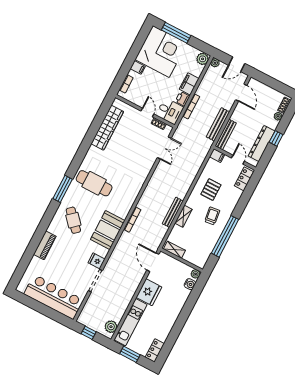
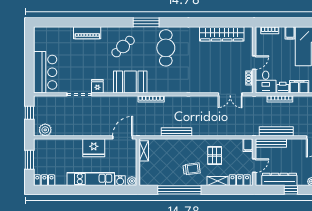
pallet: (211, 190) -> (215, 155), turned 90
shelving: (183, 216) -> (218, 181), moved
bar counter: (54, 297) -> (45, 72), width x0.73
kitchen unit: (131, 322) -> (91, 179), moved, turned 180

